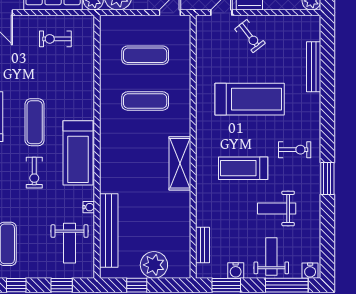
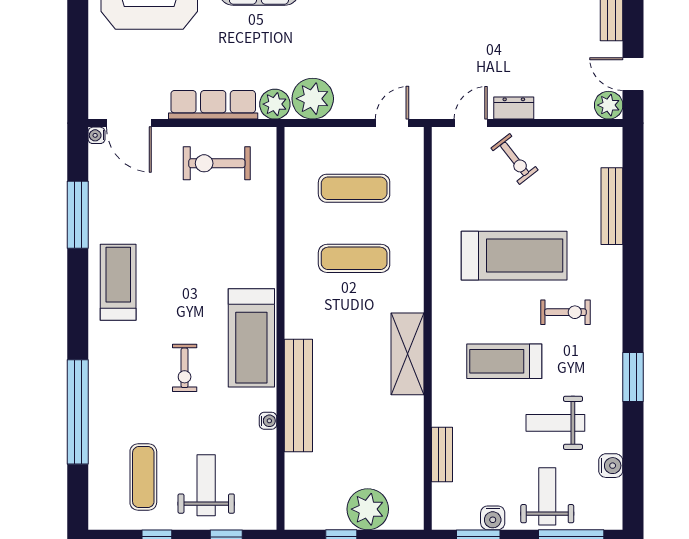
exercise bike: (55, 39) -> (217, 163), width x1.38, depth x1.39
exercise mat: (35, 122) -> (185, 291), removed
exercise bike: (295, 150) -> (565, 312), moved
bench: (109, 231) -> (298, 395), moved
weight bench: (69, 243) -> (206, 485), moved, turned 180
bench: (203, 245) -> (442, 455), moved
water cooler: (310, 271) -> (611, 466), moved, turned -90

